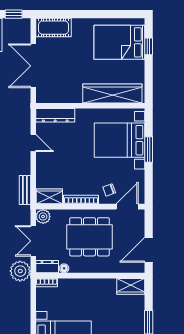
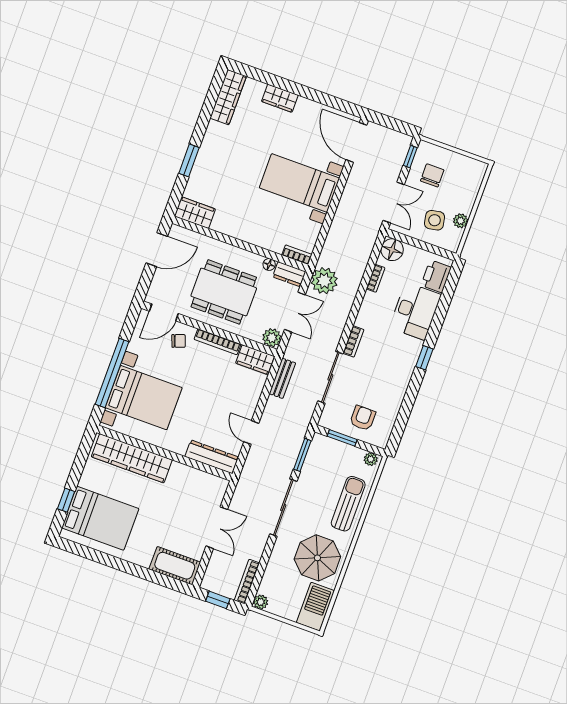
double door: (33, 66) -> (217, 528), width x0.73
window: (149, 150) -> (112, 373), width x2.11

